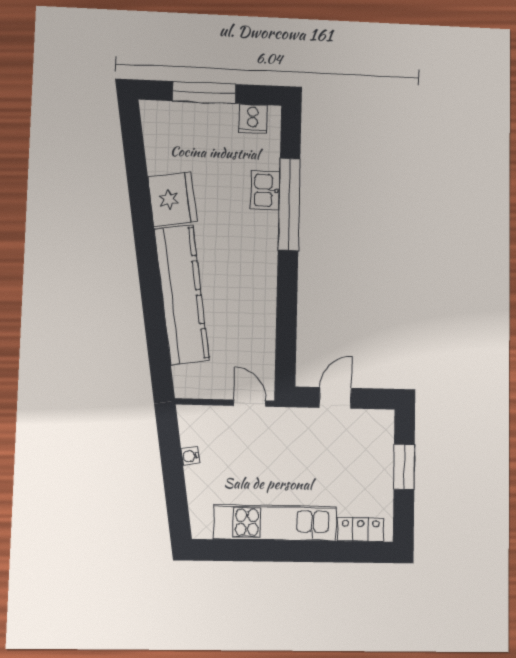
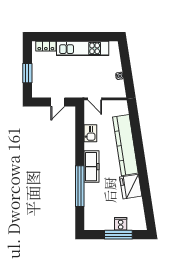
cooker: (253, 119) -> (121, 224), moved
kitchen sink: (265, 190) -> (90, 133), moved
freezer: (261, 247) -> (92, 167), added

